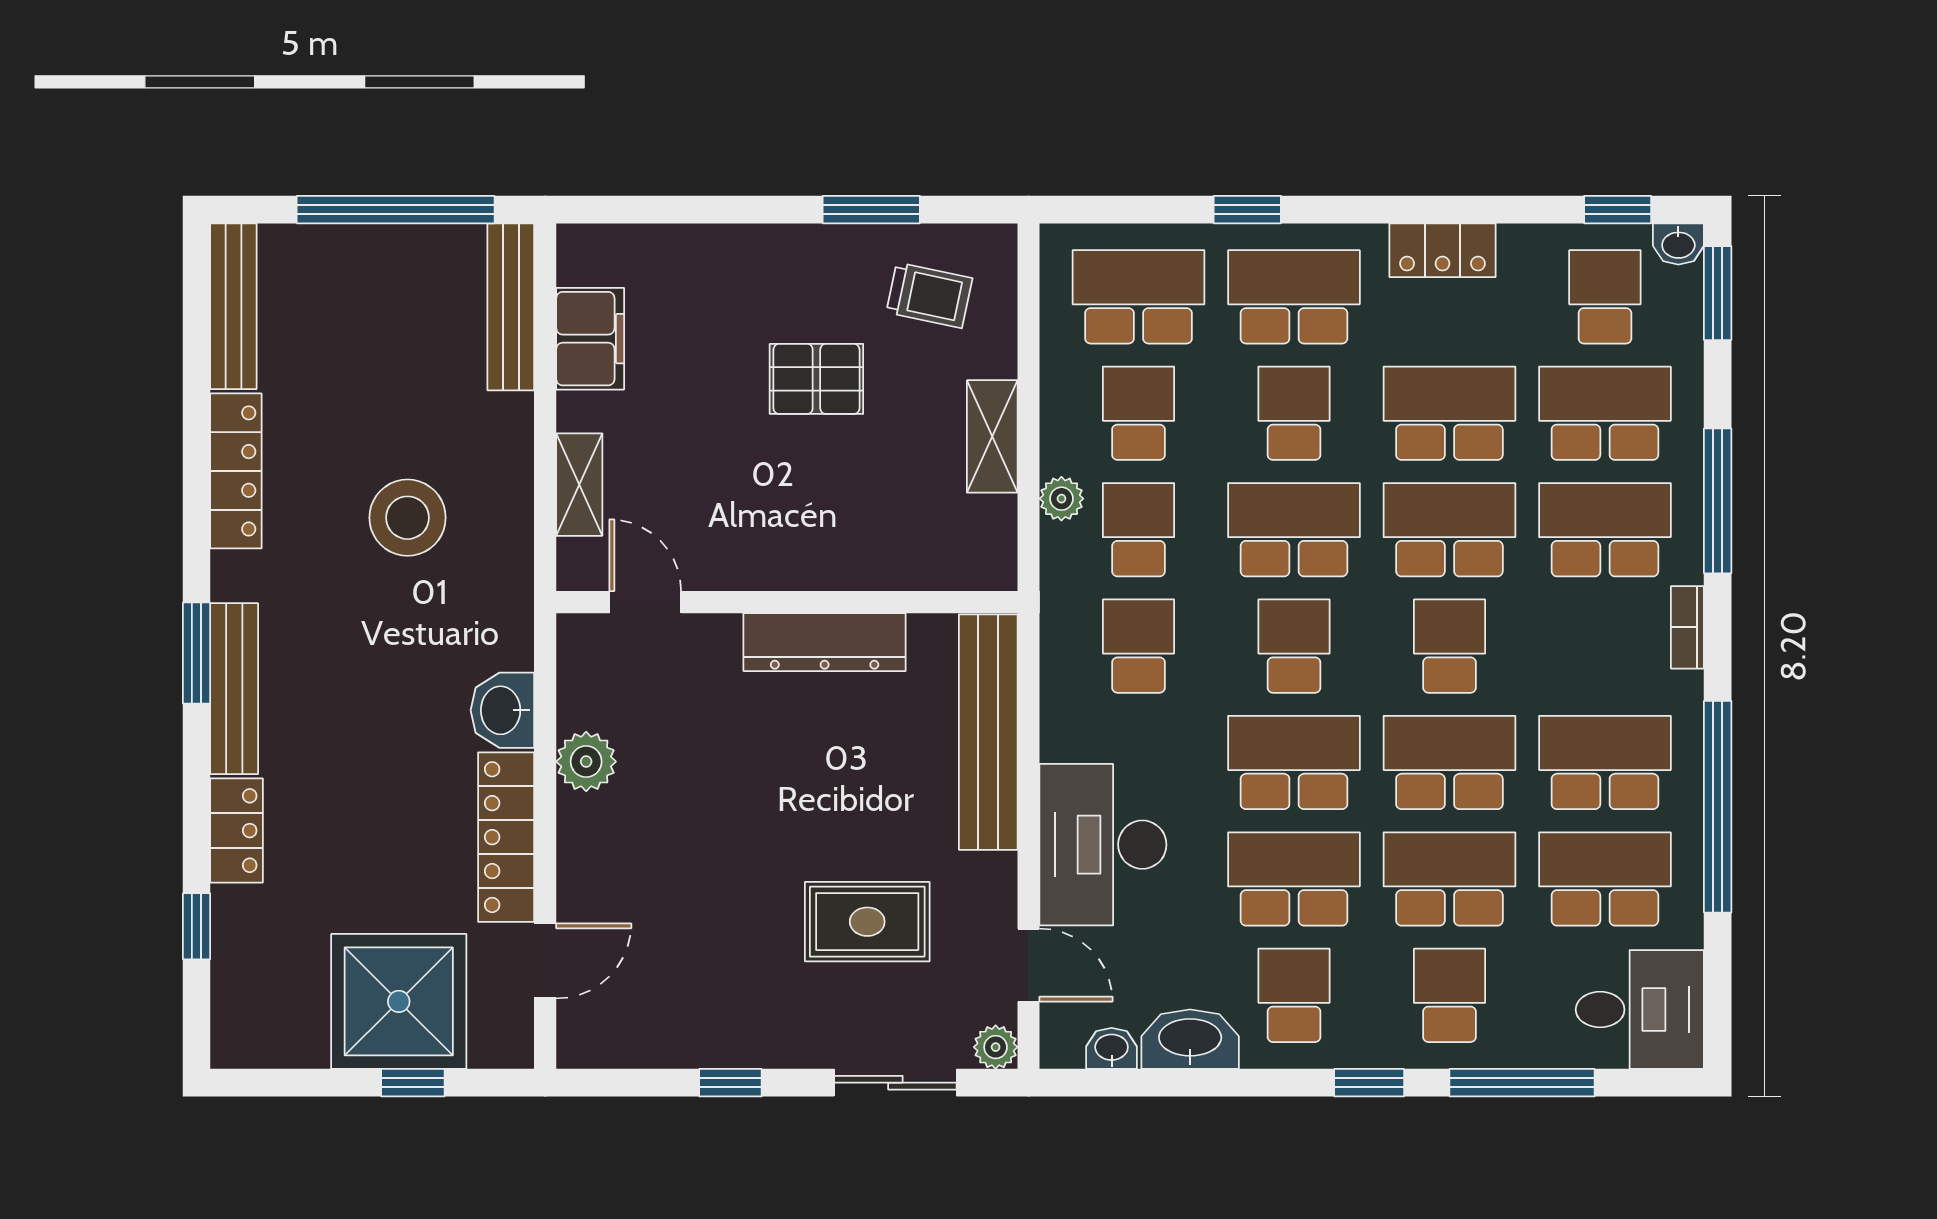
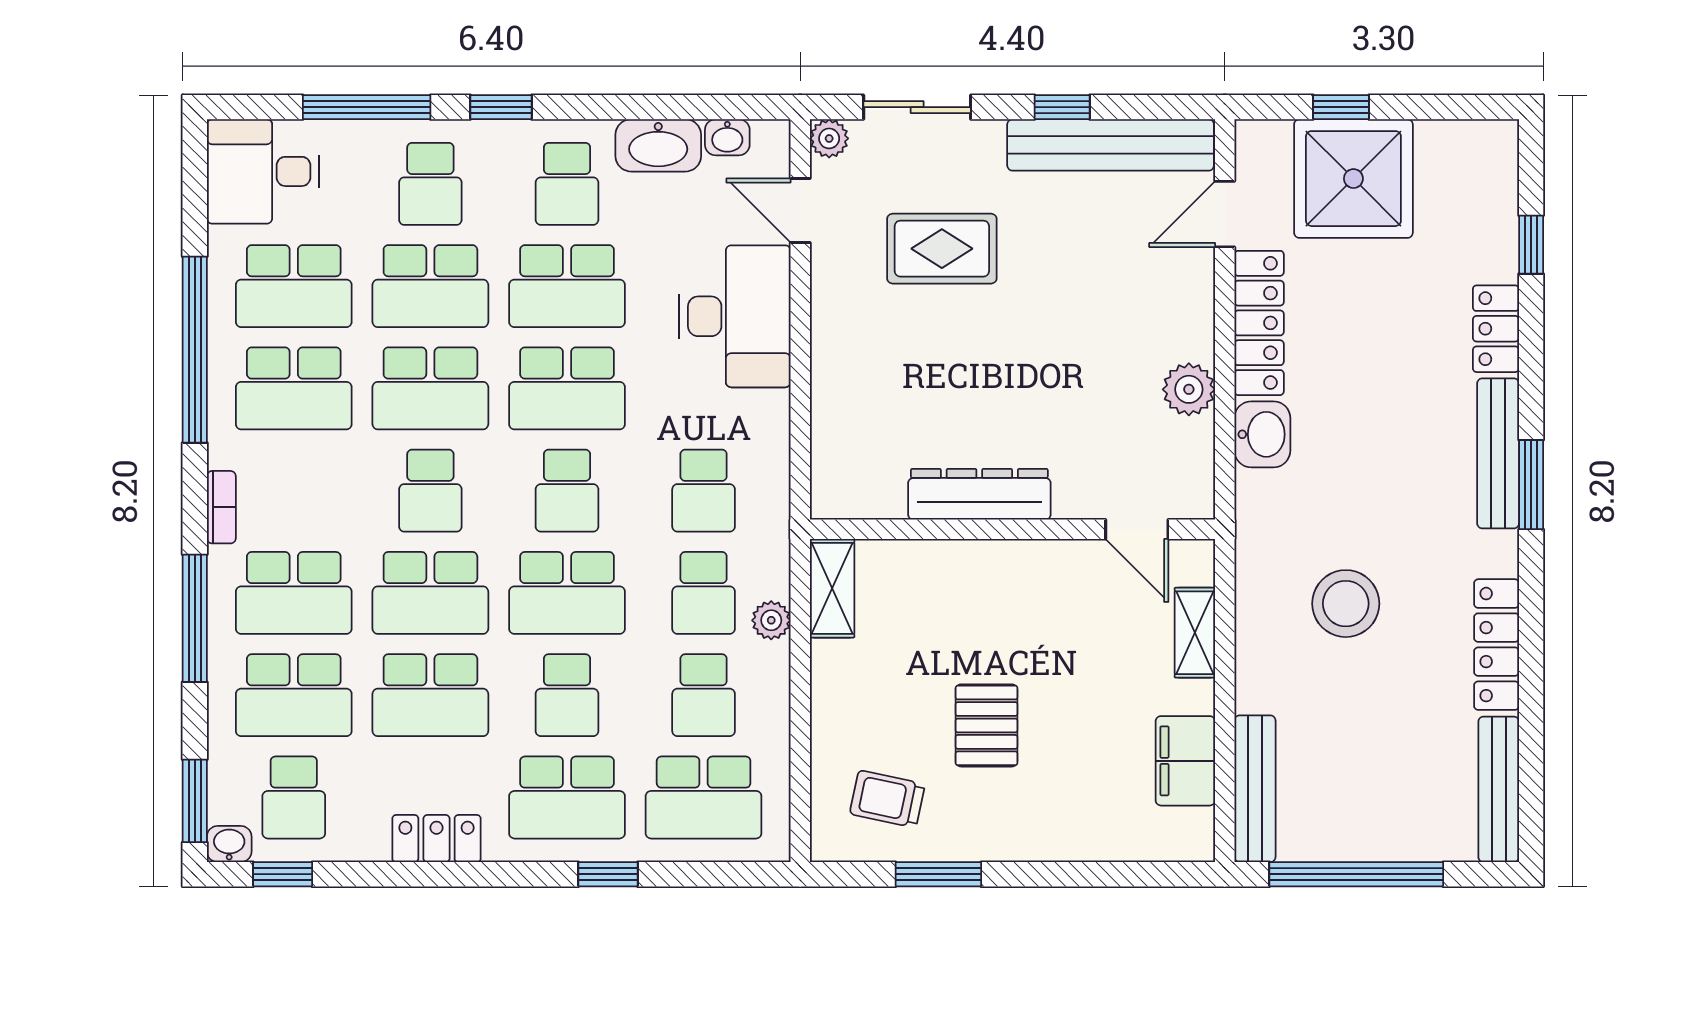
pallet: (816, 379) -> (986, 725), turned 90
shelving: (992, 436) -> (832, 588), moved
bench: (988, 732) -> (1111, 145), moved, turned 90

